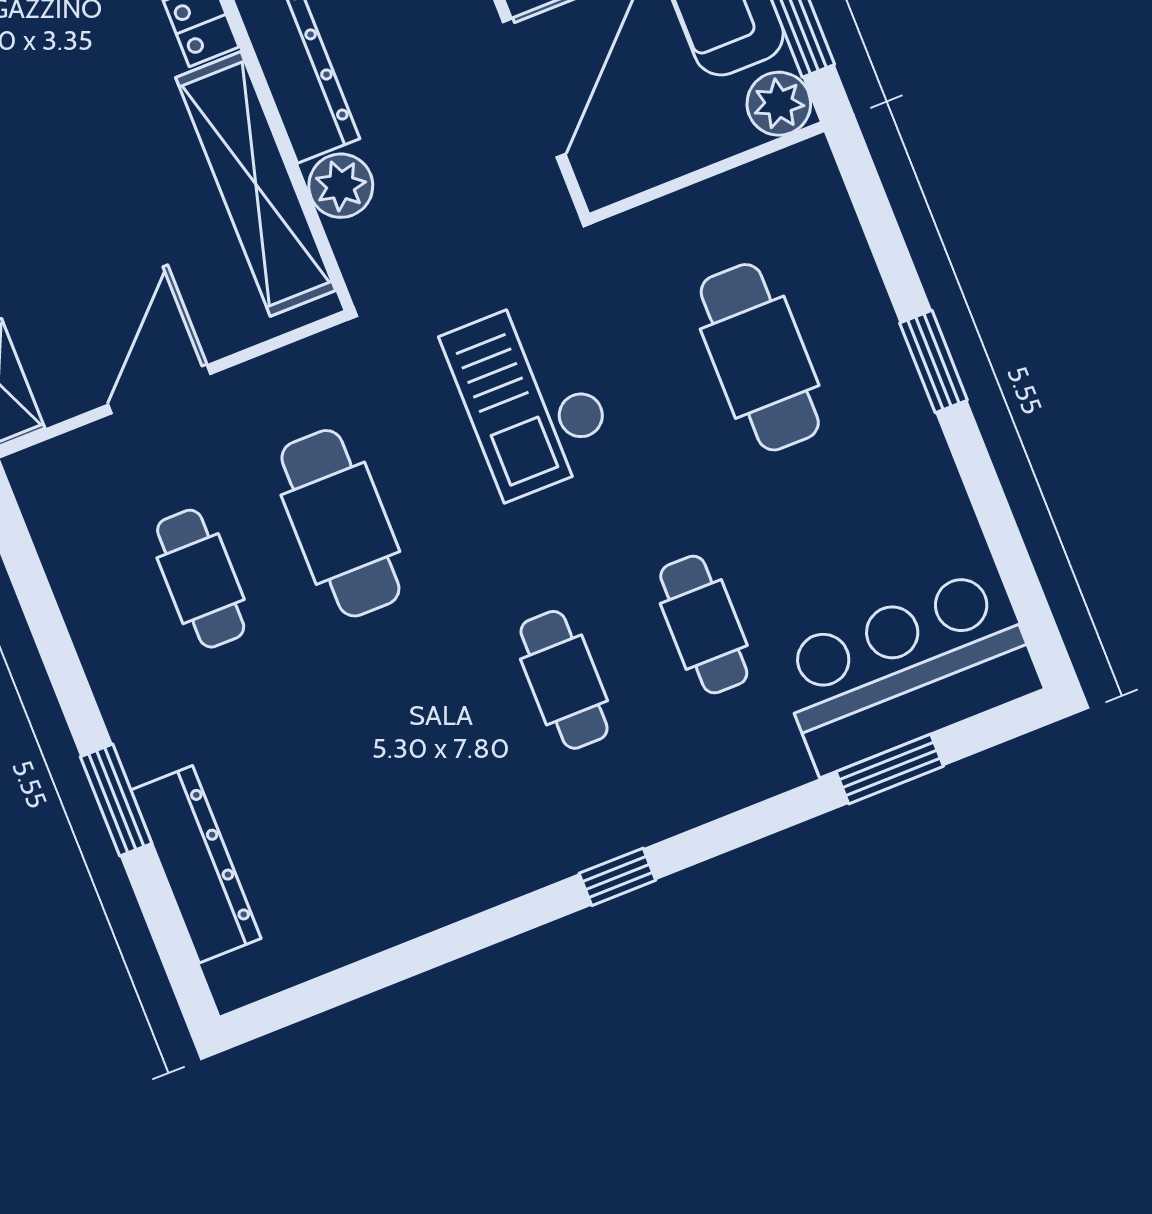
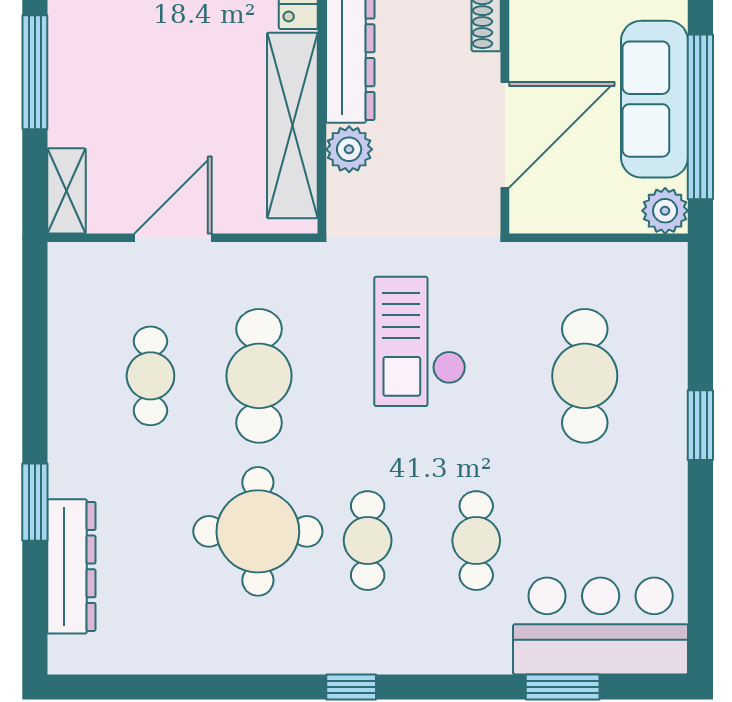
round table: (418, 724) -> (258, 531), added

